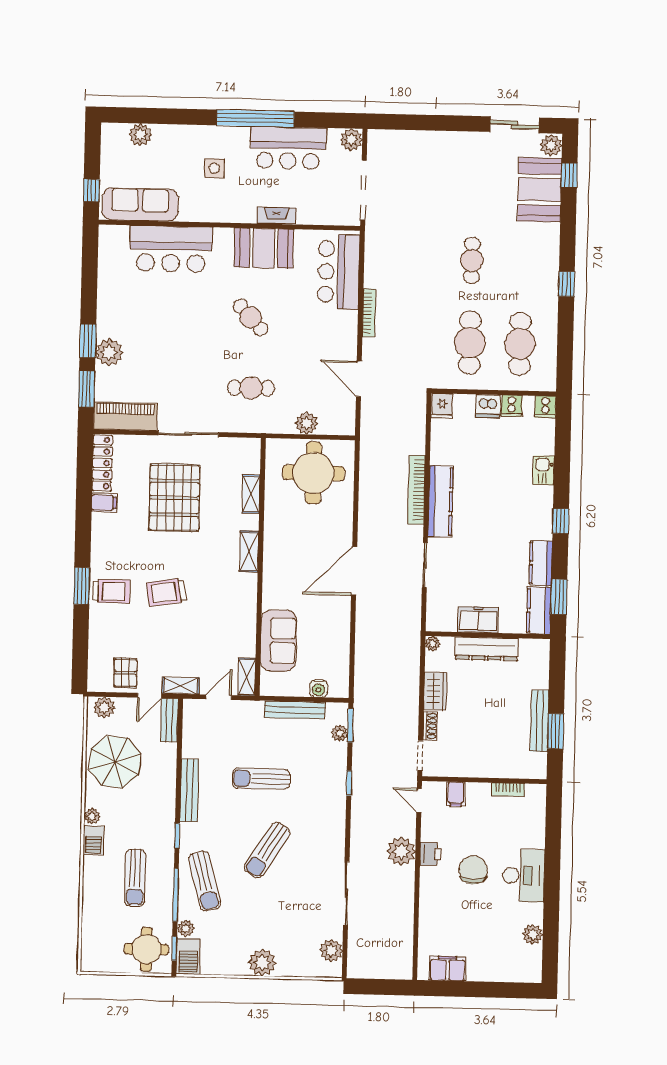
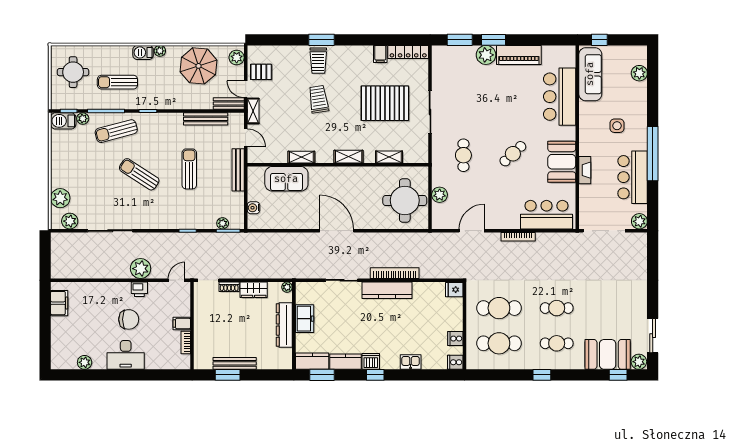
cafe table: (522, 262) -> (557, 343), added
dishwasher: (488, 406) -> (371, 361), moved, turned 90
piano: (125, 416) -> (519, 55), moved, turned 90
shelving: (247, 677) -> (301, 157), moved
bench: (295, 710) -> (238, 170), moved
bench: (189, 790) -> (206, 119), moved
filing cabinet: (456, 794) -> (182, 324), moved
round table: (146, 949) -> (73, 72), moved
plant: (262, 962) -> (60, 198), moved

